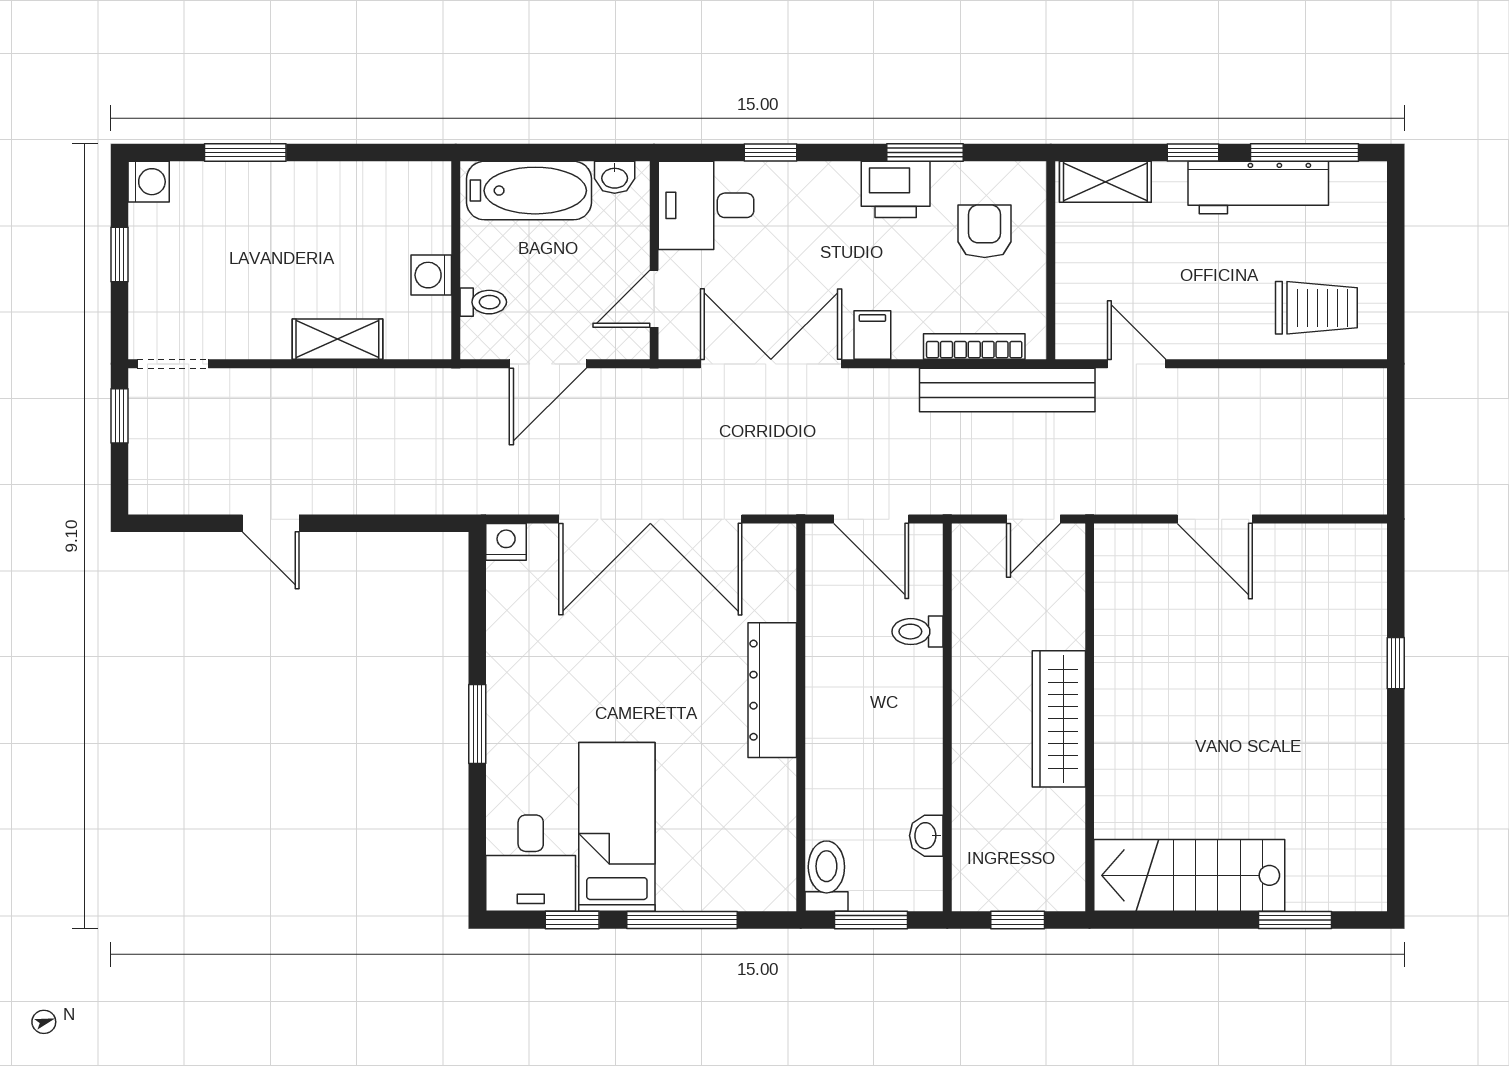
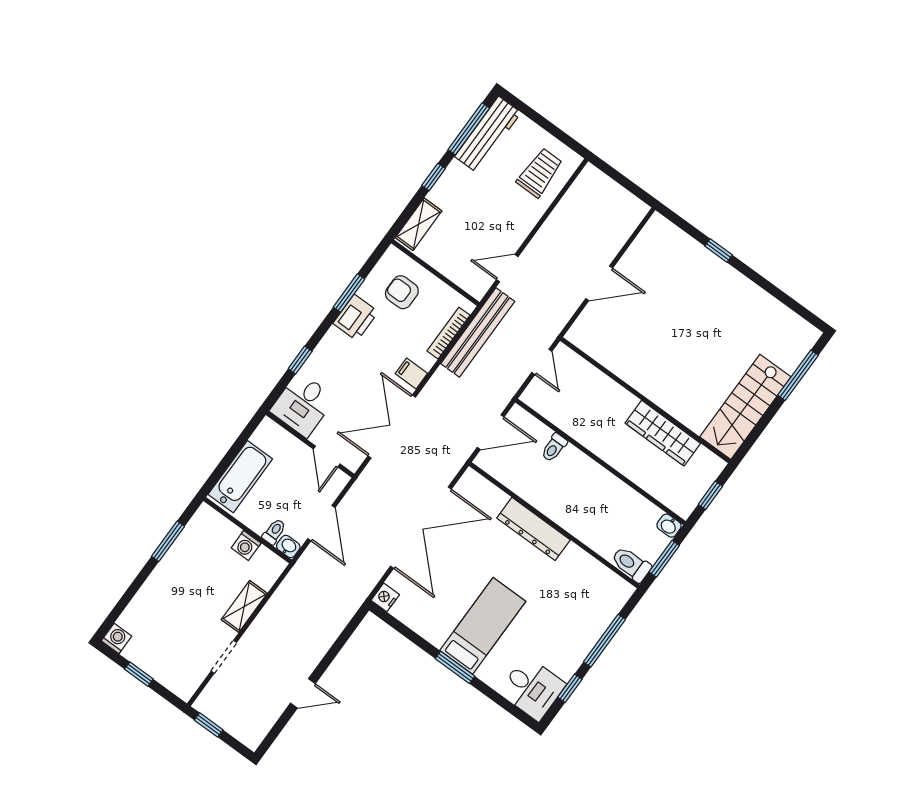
window: (245, 153) -> (168, 541), moved
washbasin: (615, 177) -> (288, 546), moved, turned -90
workbench: (1258, 188) -> (488, 134), moved
doorway: (173, 364) -> (224, 657), moved
wardrobe: (1059, 719) -> (663, 433), moved
bed: (617, 827) -> (483, 626), moved, turned 90
washbasin: (926, 836) -> (669, 526), moved
window: (1295, 920) -> (798, 375), width x1.44

